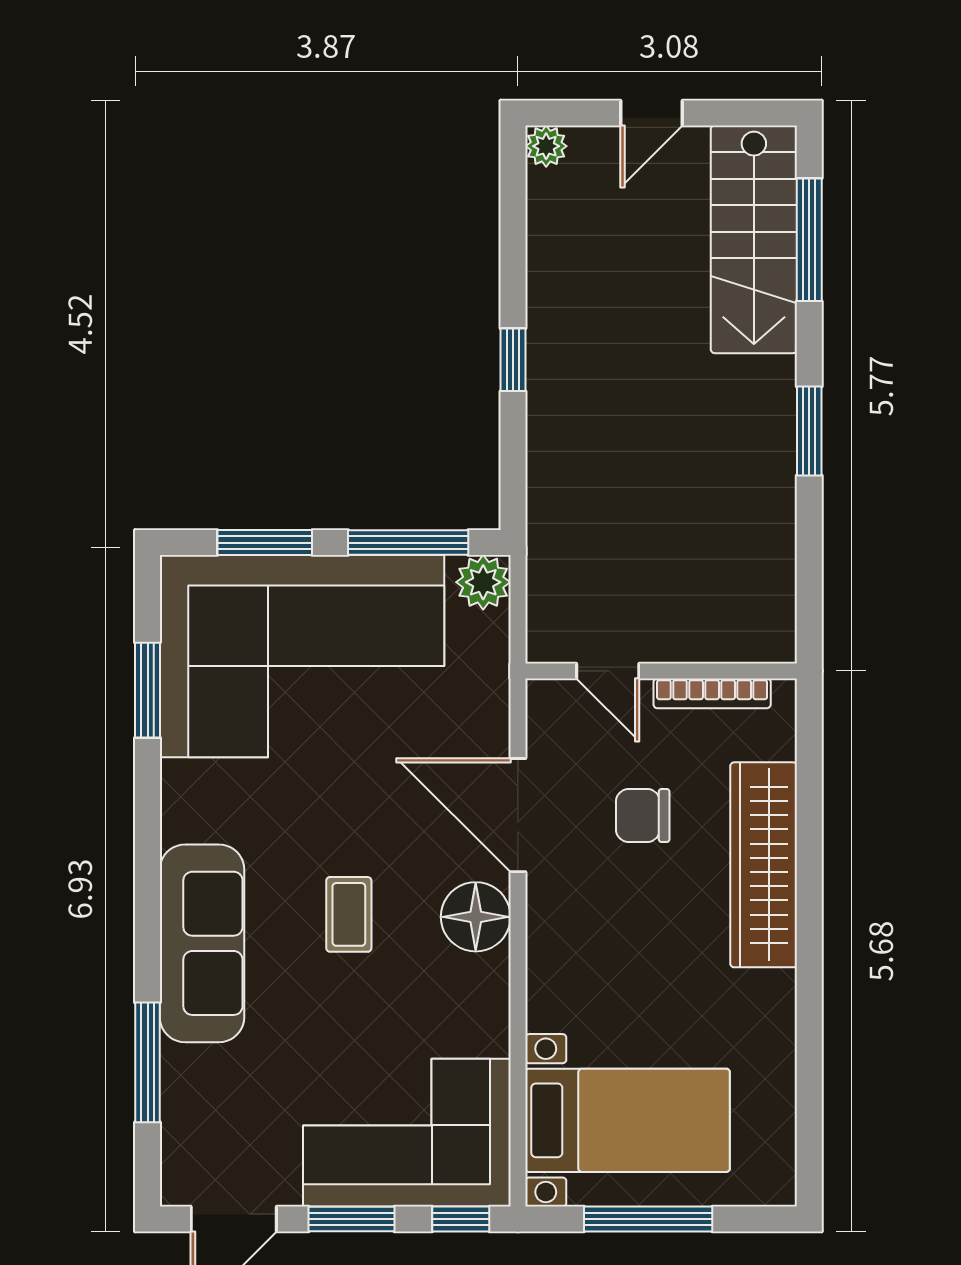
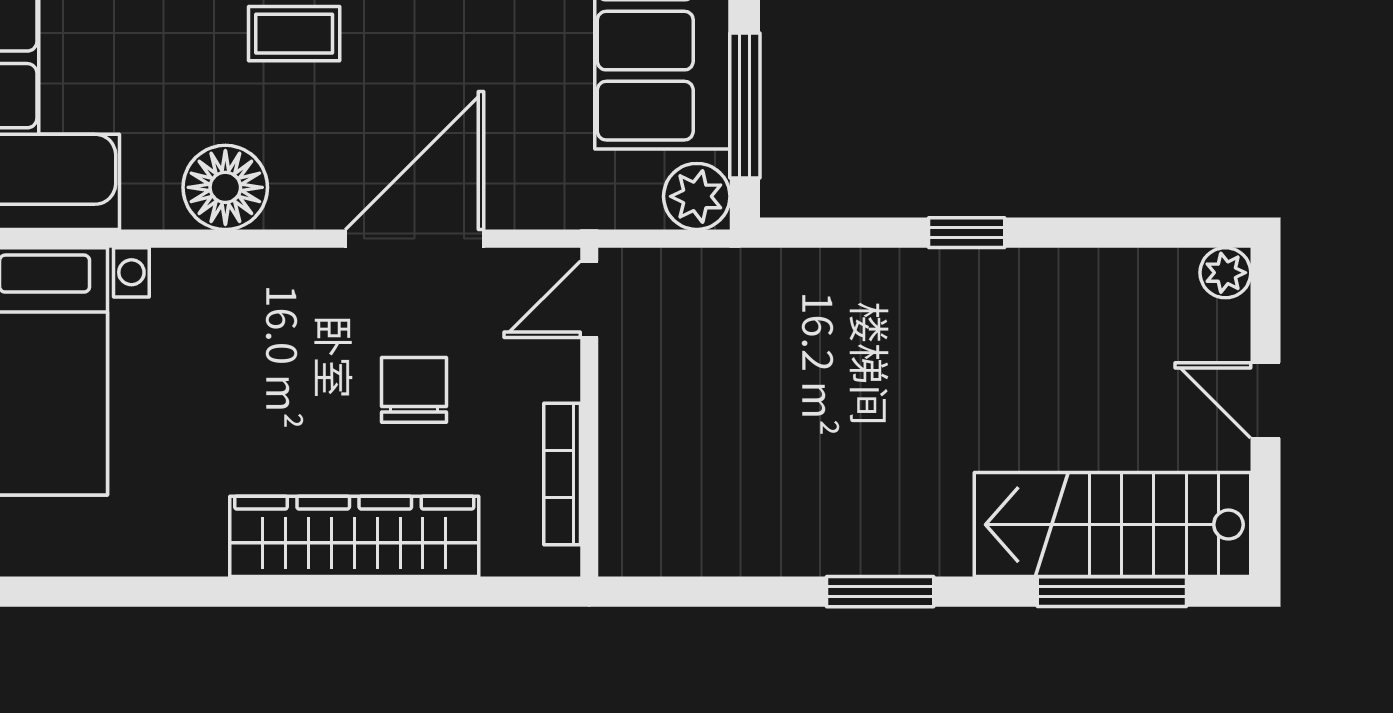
door: (608, 671) -> (589, 299), moved
floor lamp: (476, 917) -> (225, 187), moved

